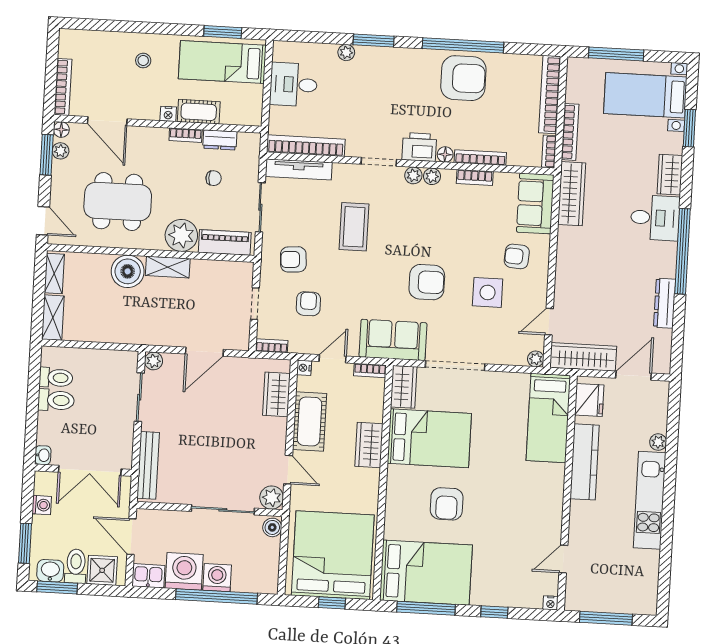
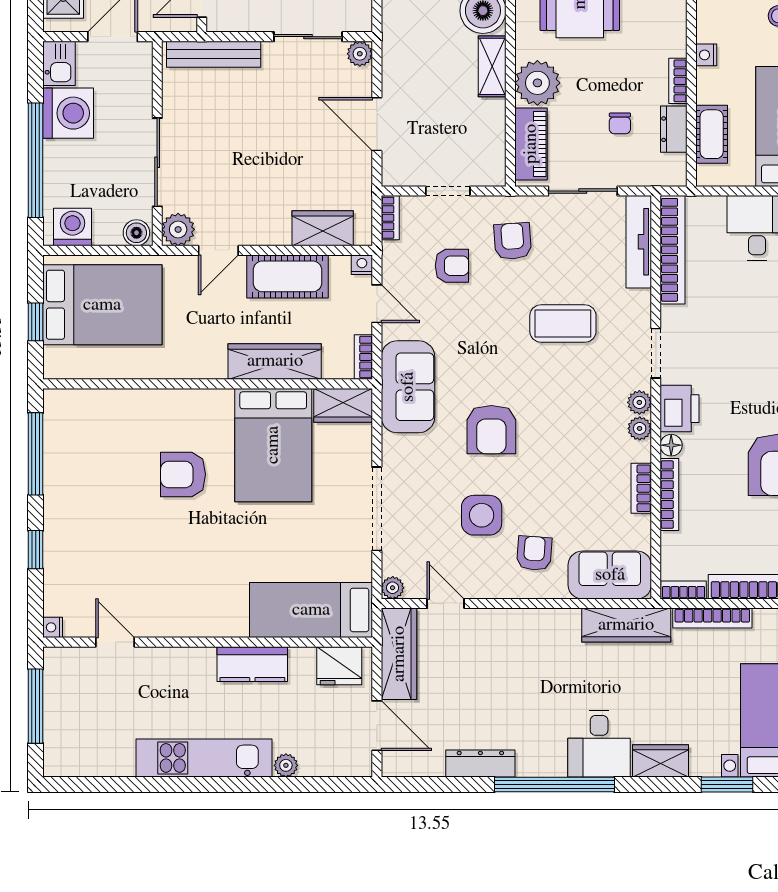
cot: (199, 112) -> (712, 134), moved
doorway: (455, 366) -> (377, 509), moved
wardrobe: (369, 445) -> (275, 361), width x1.50
kitchen counter: (585, 462) -> (252, 664), width x0.67
bed: (333, 555) -> (102, 305), width x0.73
bed: (426, 573) -> (85, 451), removed
washing machine: (217, 578) -> (73, 227), moved, turned -90

